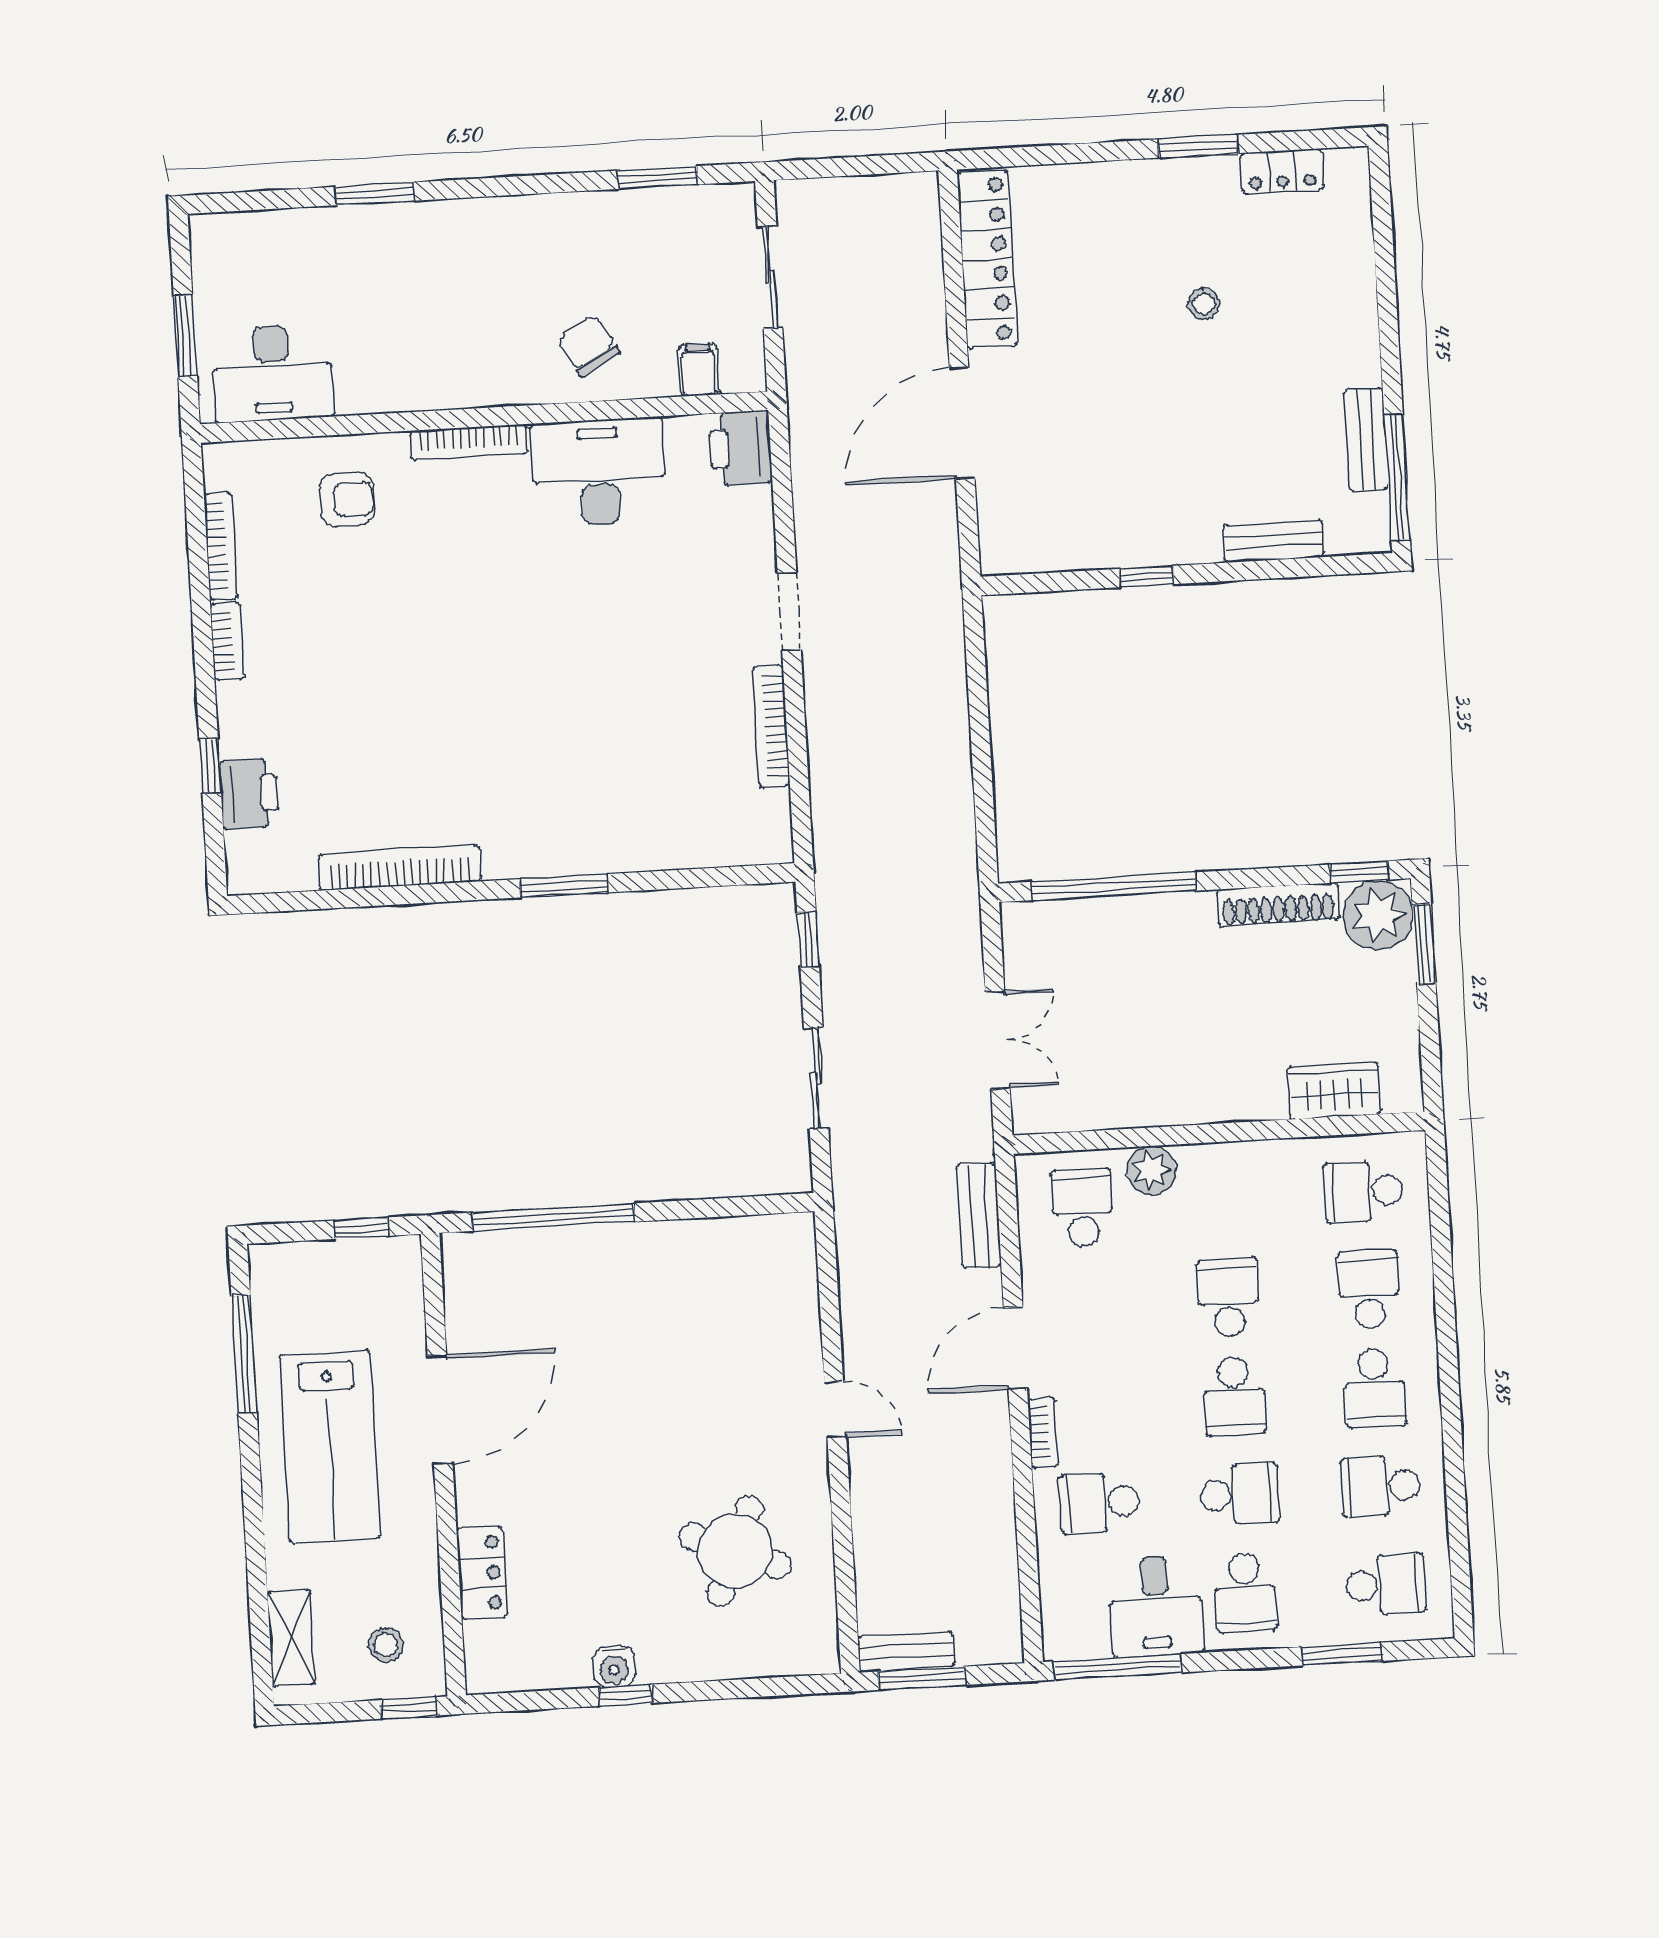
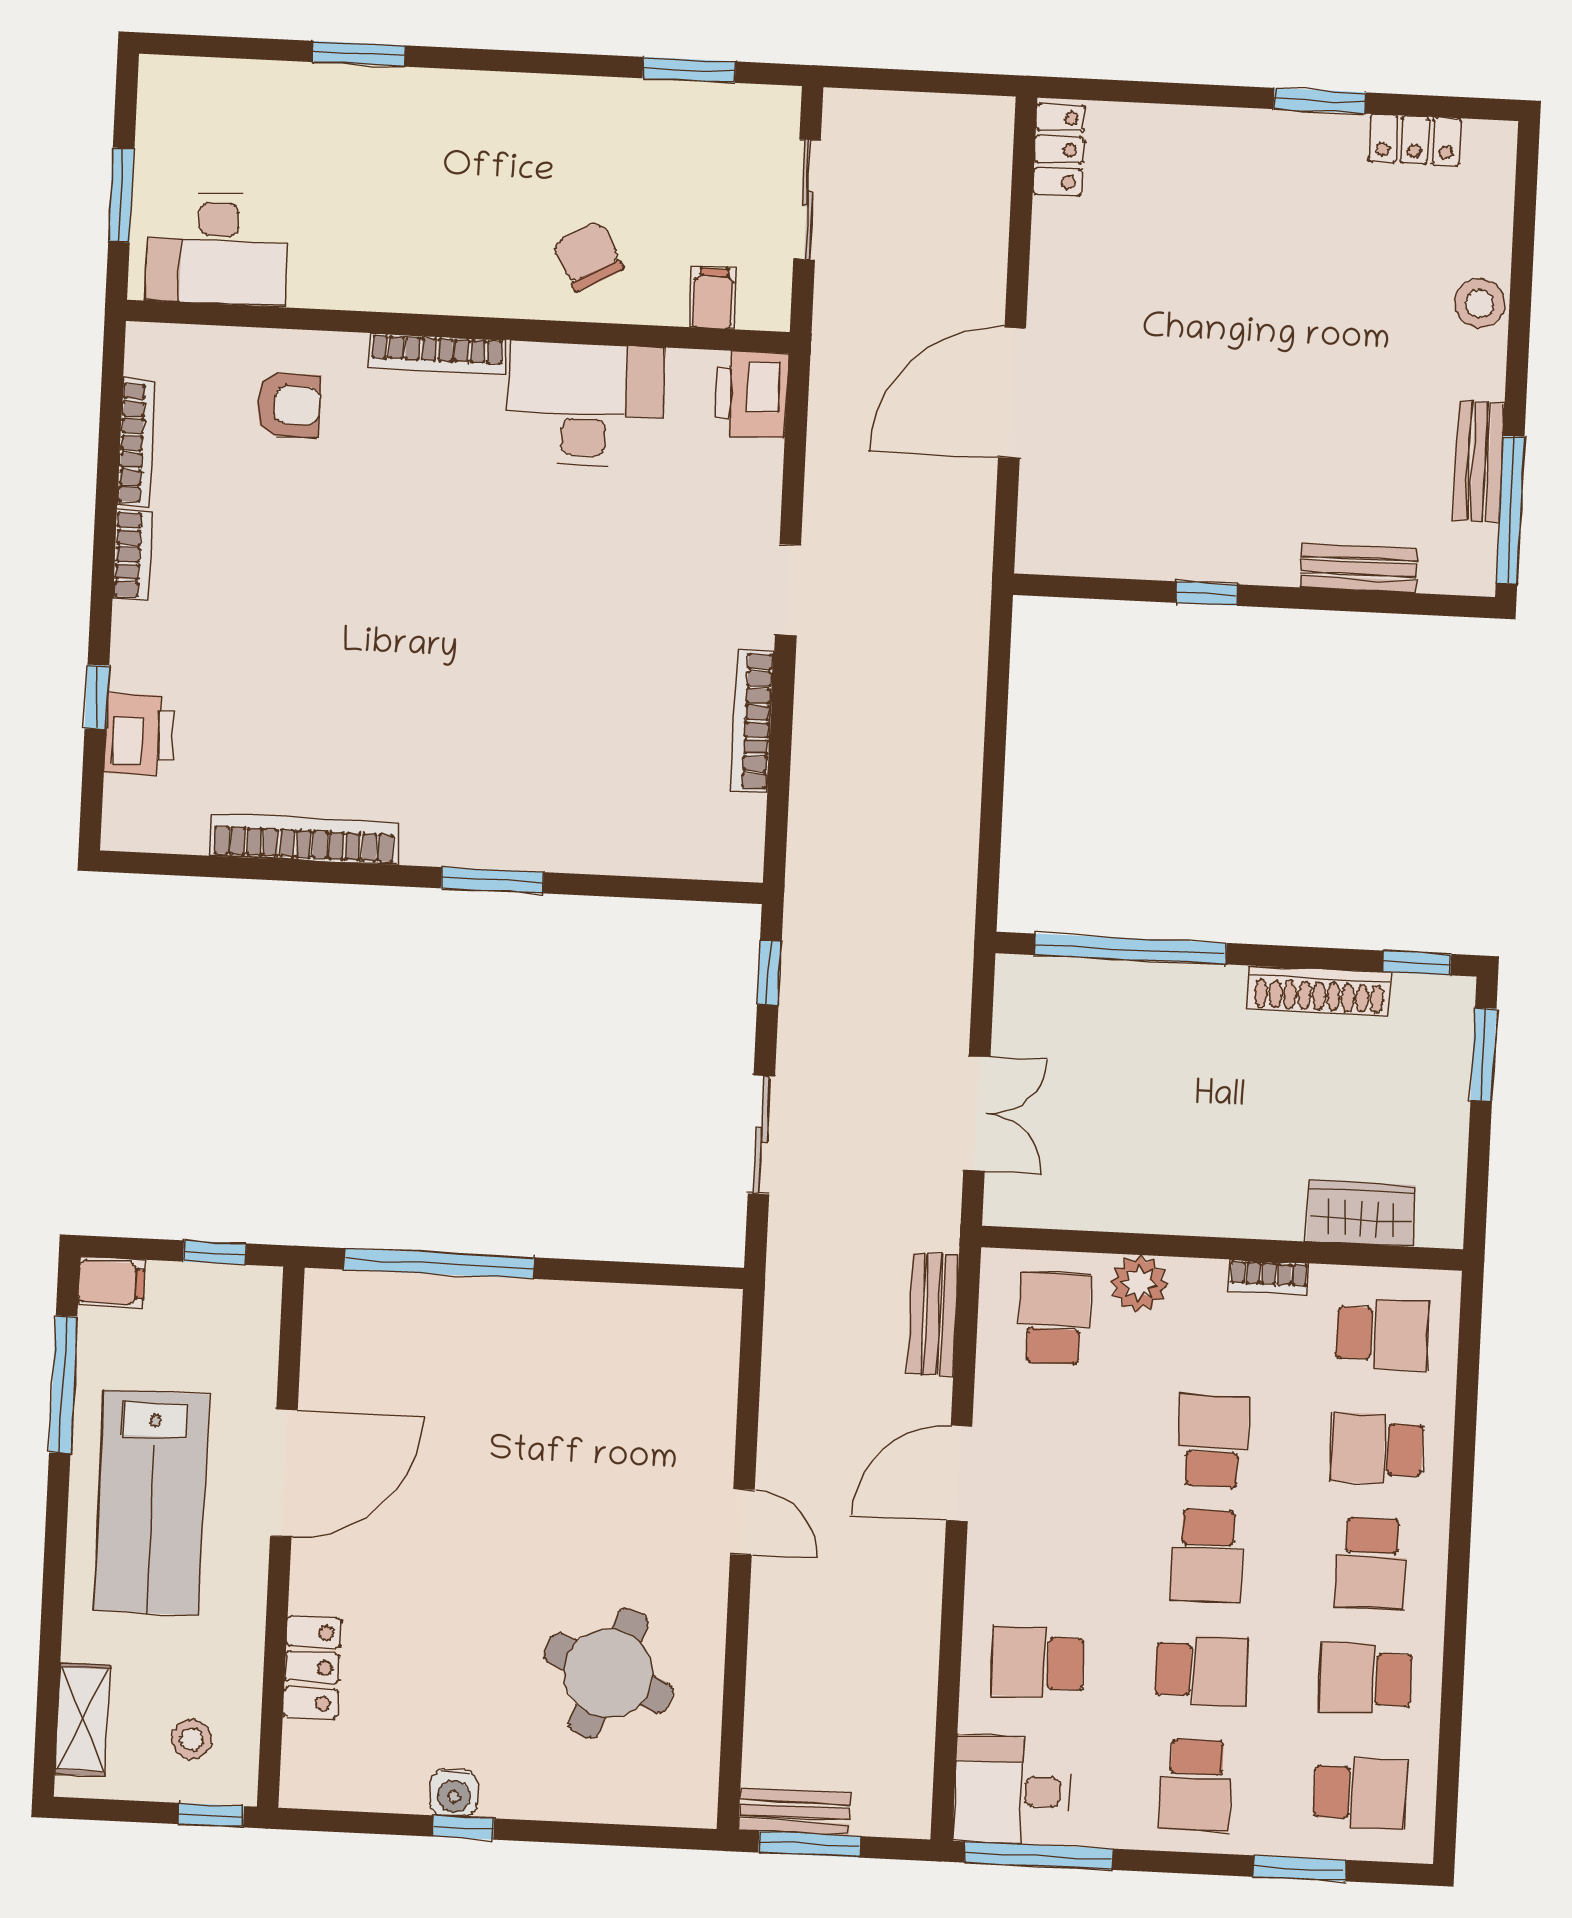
locker: (987, 259) -> (1059, 150), width x0.46, depth x0.83
stool: (1204, 304) -> (1480, 303), moved, width x1.37, depth x1.37
plant: (1378, 915) -> (1434, 1015), removed
school desk: (1363, 1191) -> (1382, 1334), turned 180
filing cabinet: (276, 1263) -> (112, 1283), added
school desk: (1369, 1290) -> (1377, 1449), turned -90
bookcase: (1043, 1432) -> (1269, 1277), moved, turned 90
desk: (1156, 1606) -> (1012, 1790), moved, turned 90

